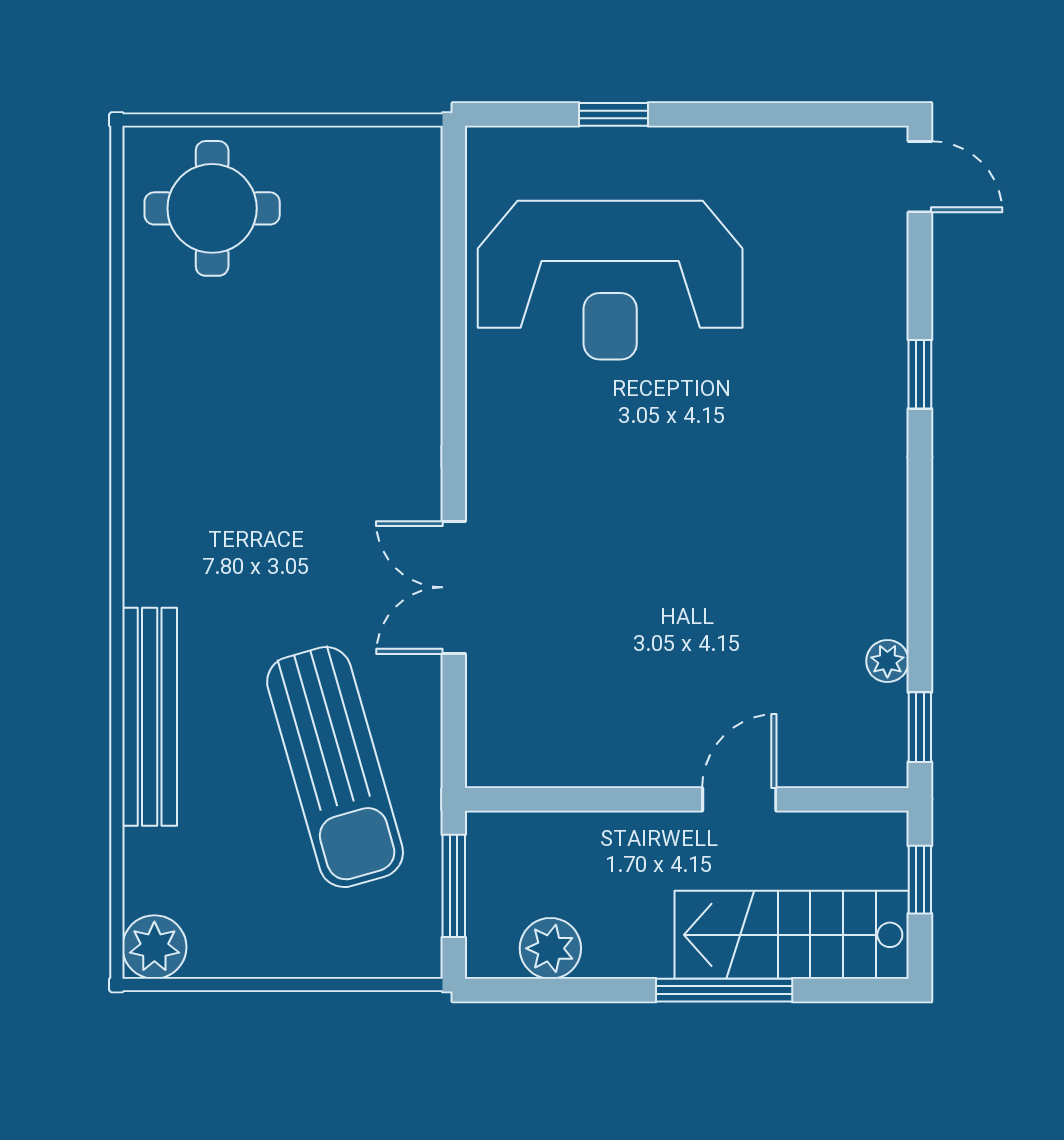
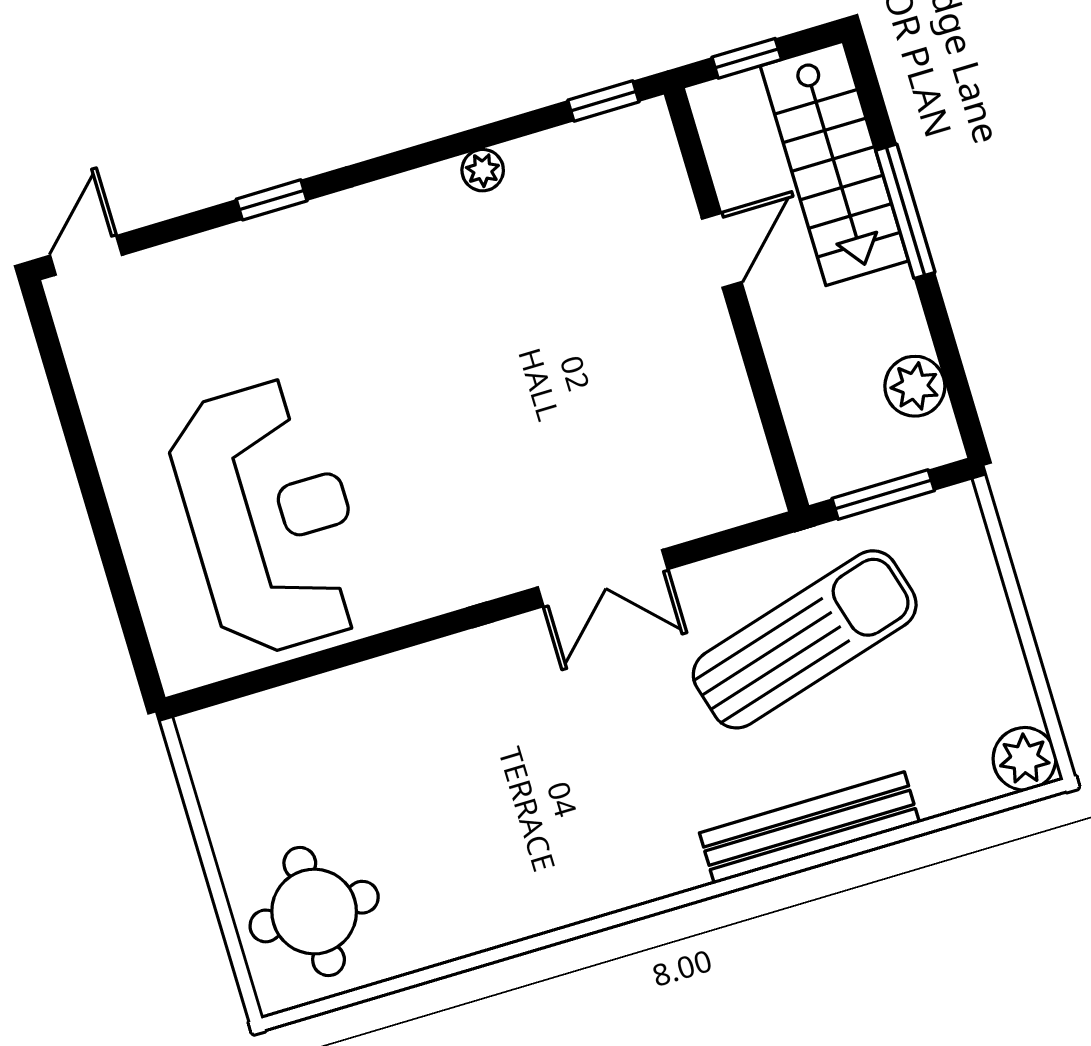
window: (613, 114) -> (113, 561), removed
plant: (887, 661) -> (483, 170), moved
door: (739, 799) -> (722, 250), swing flipped

